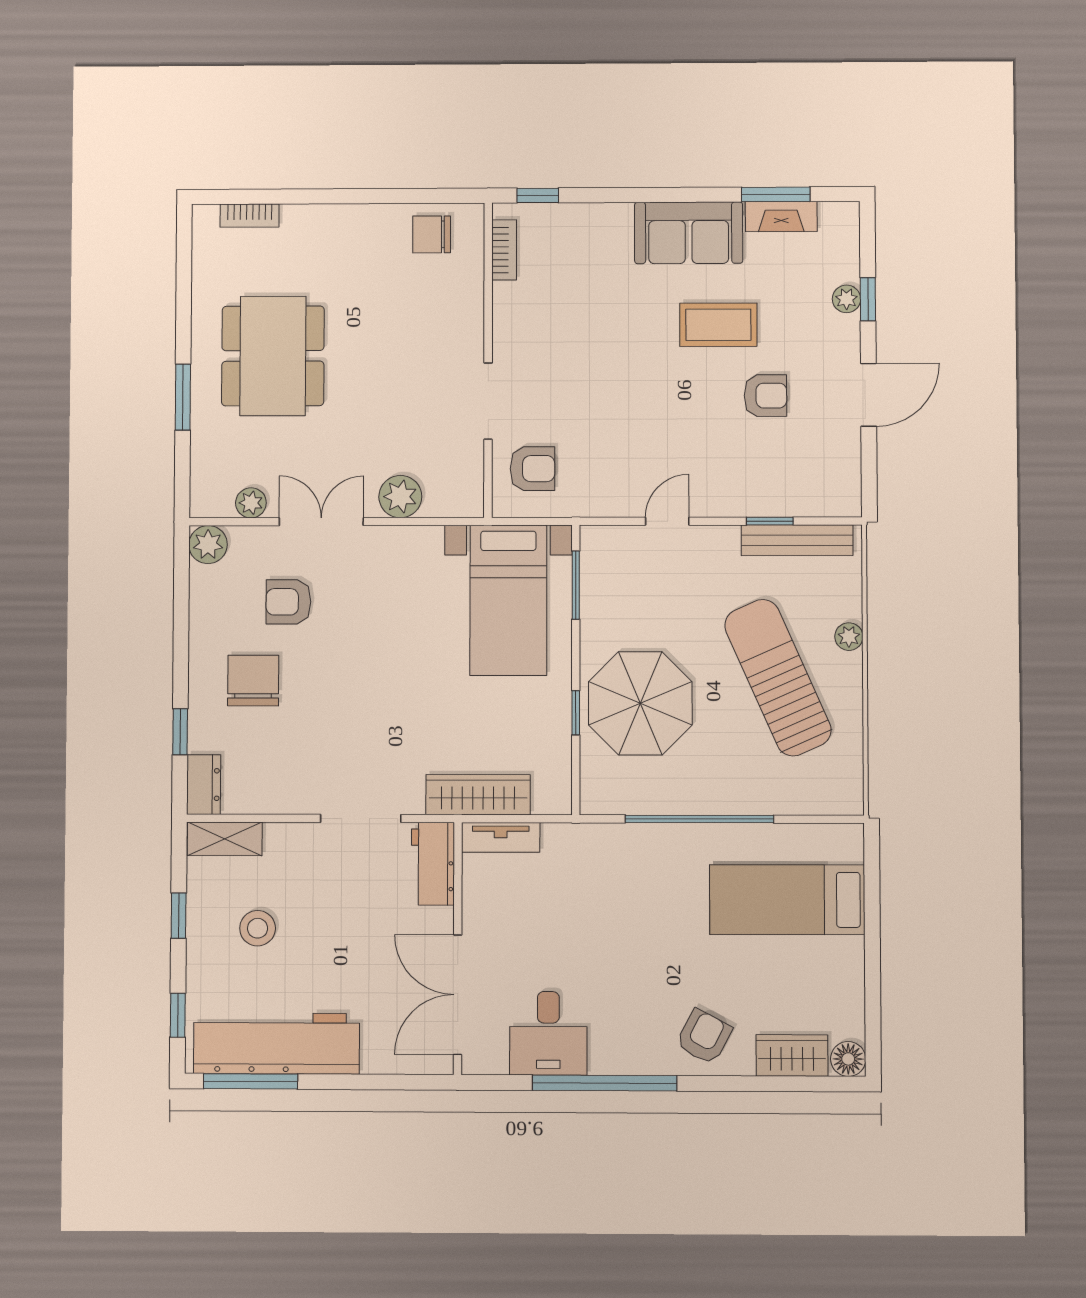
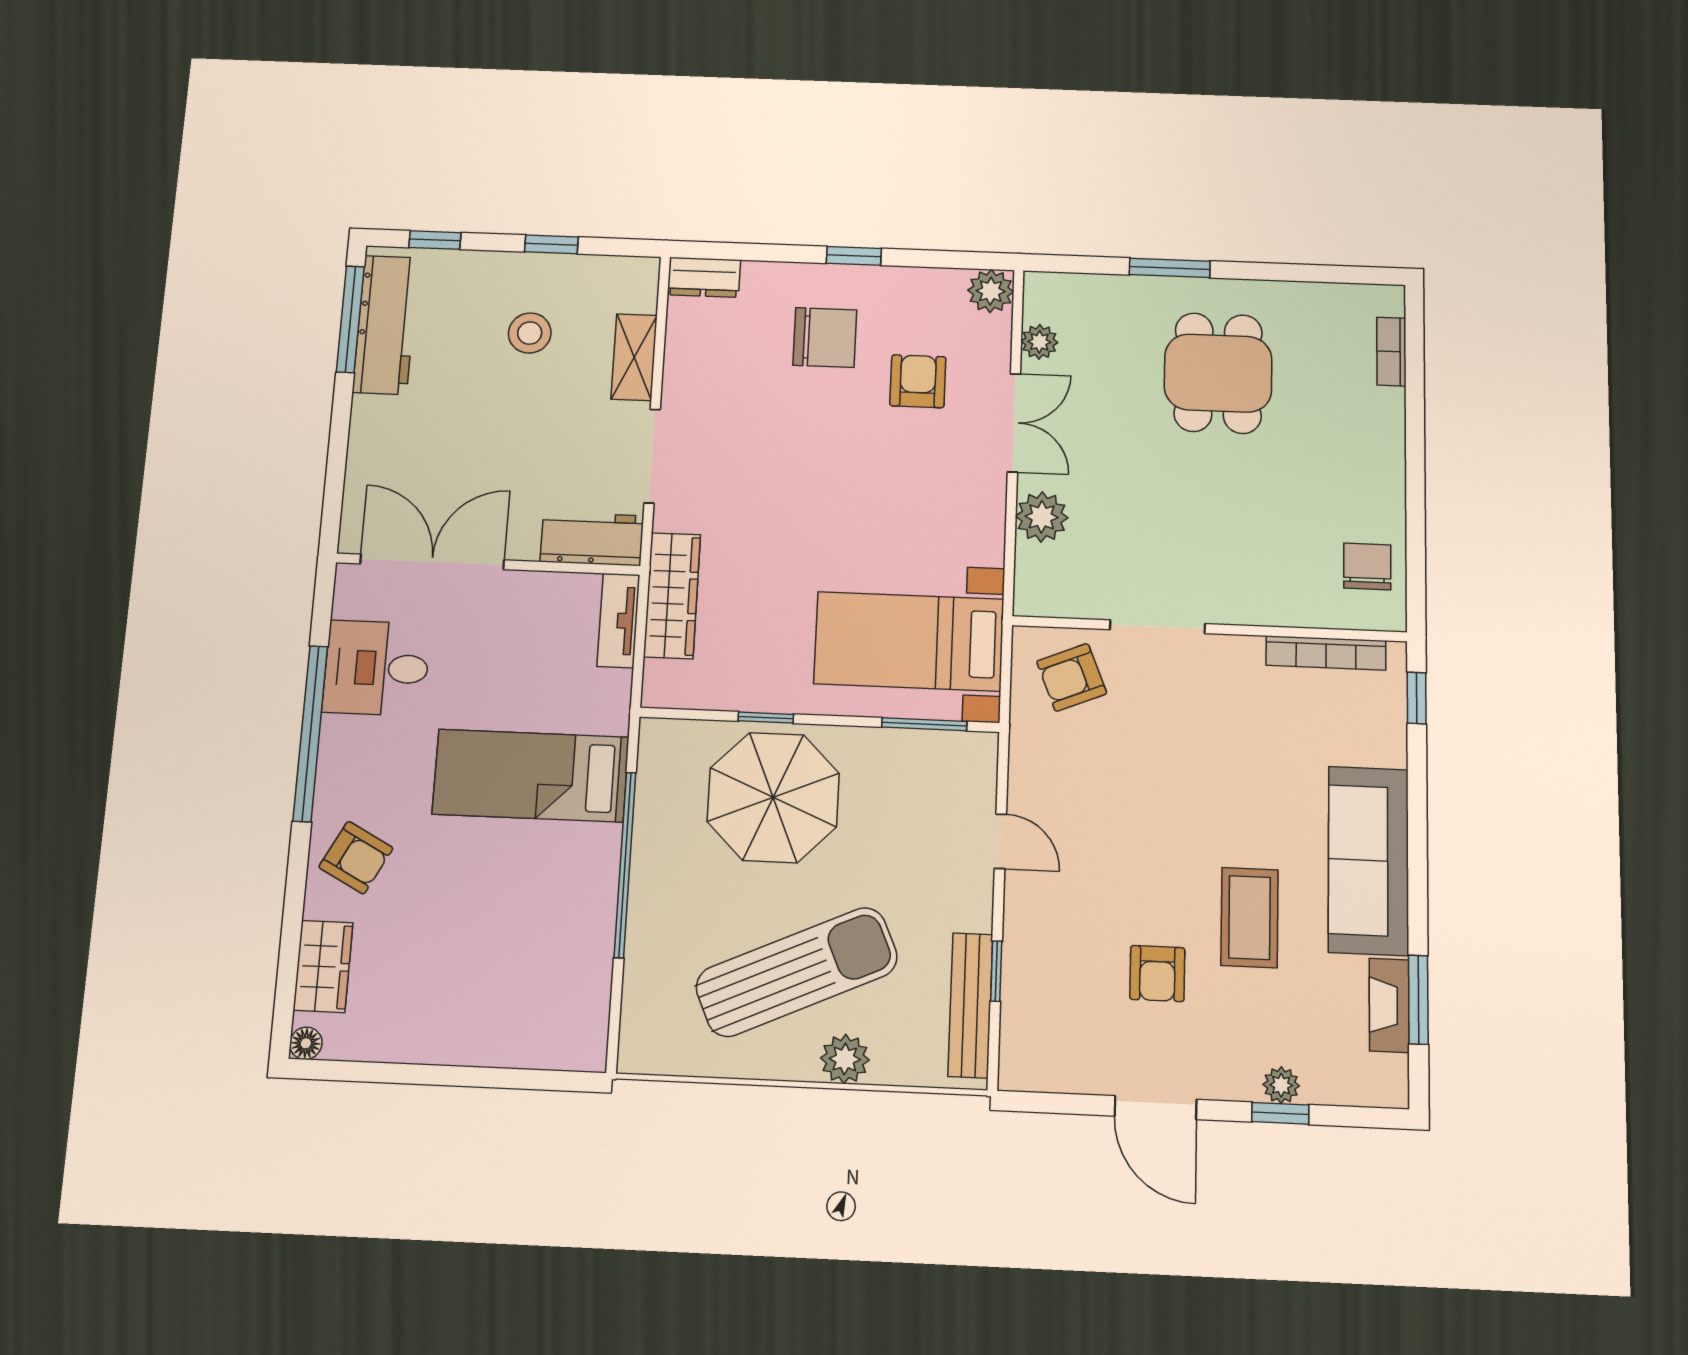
sofa: (689, 233) -> (1368, 860), width x1.36
bookcase: (504, 250) -> (1326, 653), width x1.56
dining table: (273, 356) -> (1218, 373), width x0.73
armchair: (532, 469) -> (1072, 677), turned 68
plant: (849, 637) -> (845, 1059), width x1.38, depth x1.38
window: (180, 732) -> (854, 256), moved
shelving: (225, 839) -> (634, 357), moved
bed: (787, 900) -> (531, 776), moved, turned -90
workbench: (276, 1044) -> (386, 325), width x0.73, depth x0.76
floor lamp: (848, 1059) -> (306, 1043), width x0.73, depth x0.73

